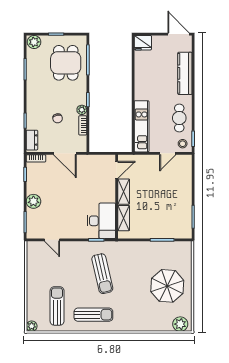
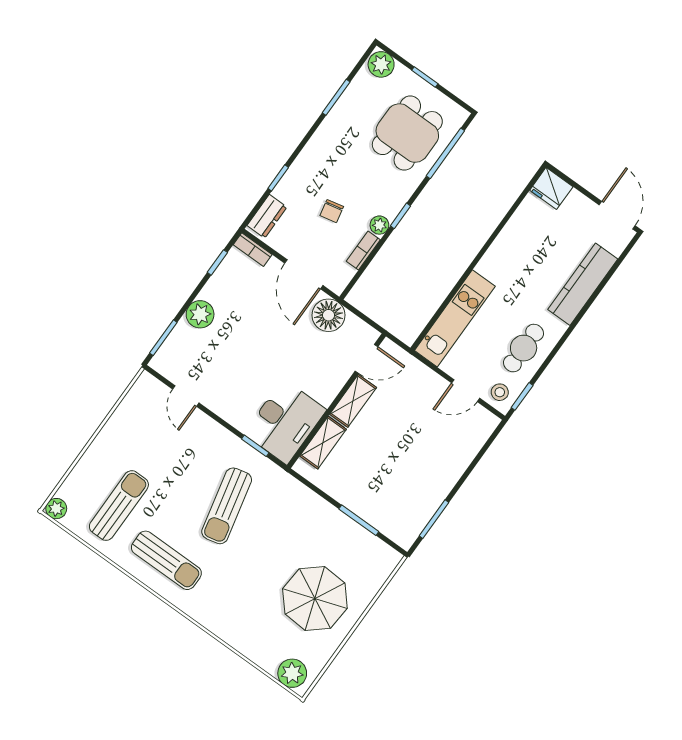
floor lamp: (88, 163) -> (329, 315), added

